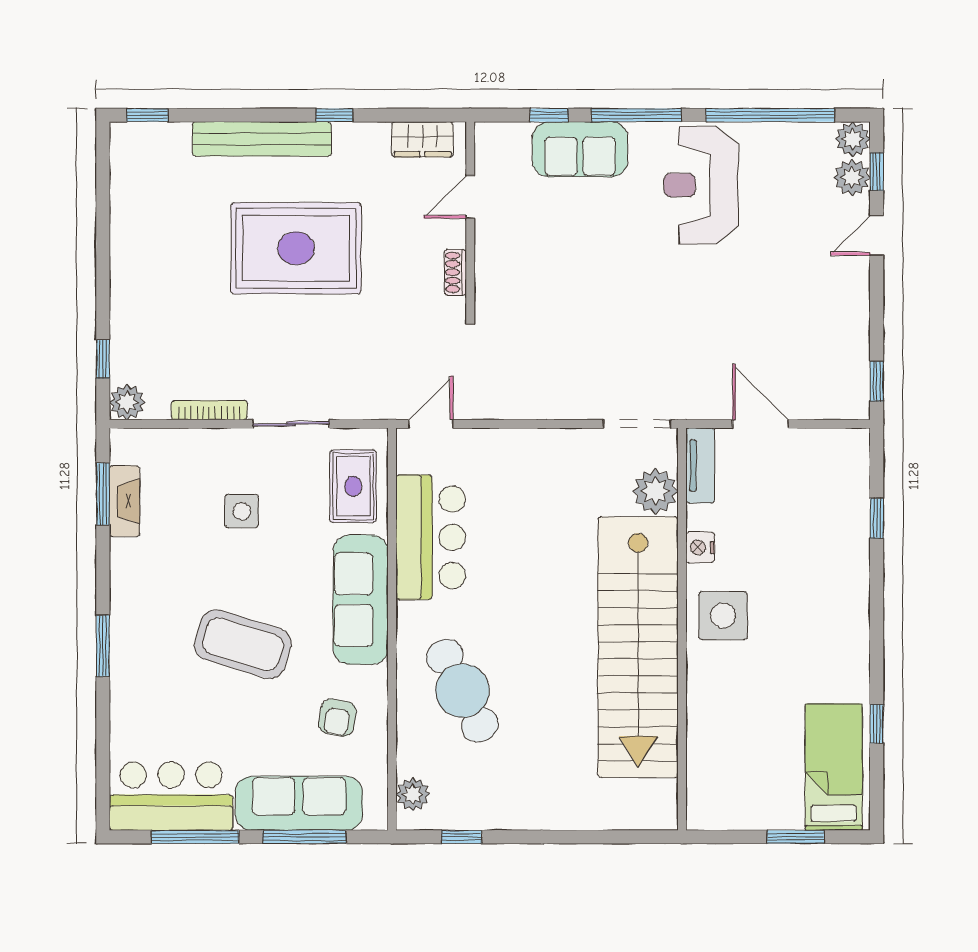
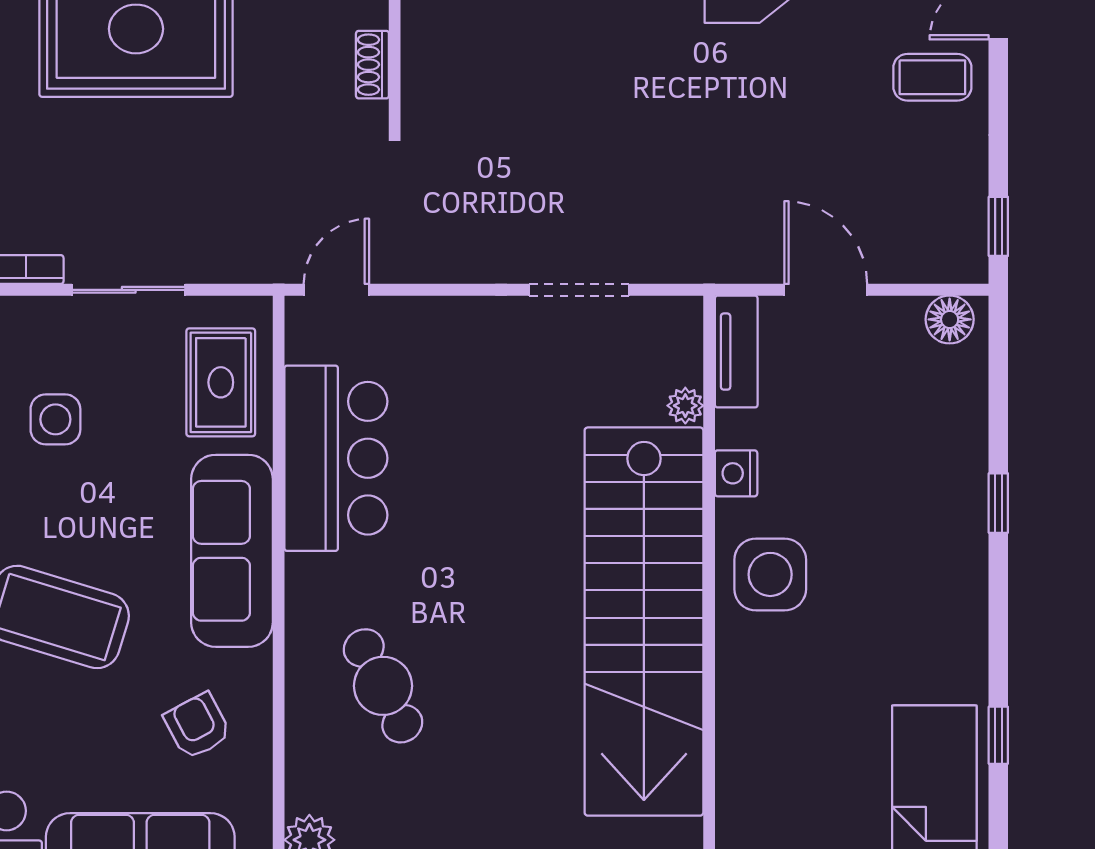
coffee table: (832, 281) -> (932, 77), added
doorway: (637, 424) -> (579, 290), moved
floor lamp: (844, 444) -> (950, 319), added
plant: (655, 491) -> (685, 406), width x0.53, depth x0.53
window: (877, 518) -> (998, 503), moved
cafe table: (462, 691) -> (383, 686), width x0.73, depth x0.74
armchair: (337, 718) -> (197, 726), turned 142

